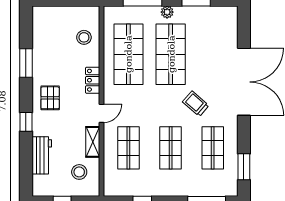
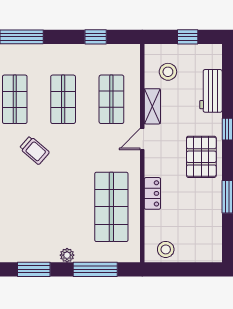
stool: (84, 37) -> (166, 249), moved
shop shelf: (171, 54) -> (63, 207), removed
locker: (93, 80) -> (152, 193), moved
pallet: (50, 98) -> (201, 157), width x1.50, depth x1.42

